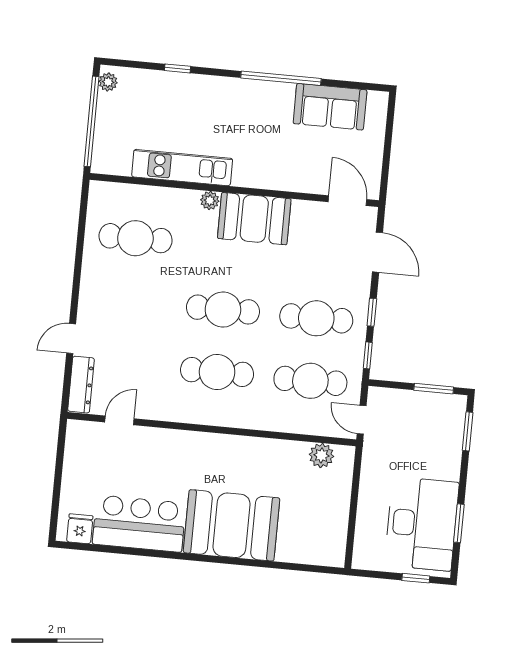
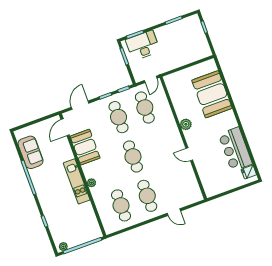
kitchen unit: (182, 168) -> (77, 181), moved
booth: (254, 219) -> (85, 147), moved
cafe table: (217, 372) -> (147, 196), moved
dresser: (81, 385) -> (190, 199), removed
door: (119, 420) -> (189, 154), moved
plant: (321, 455) -> (186, 124), moved
desk: (422, 524) -> (143, 45), moved, width x0.73, depth x0.77
booth: (232, 525) -> (212, 94), moved

